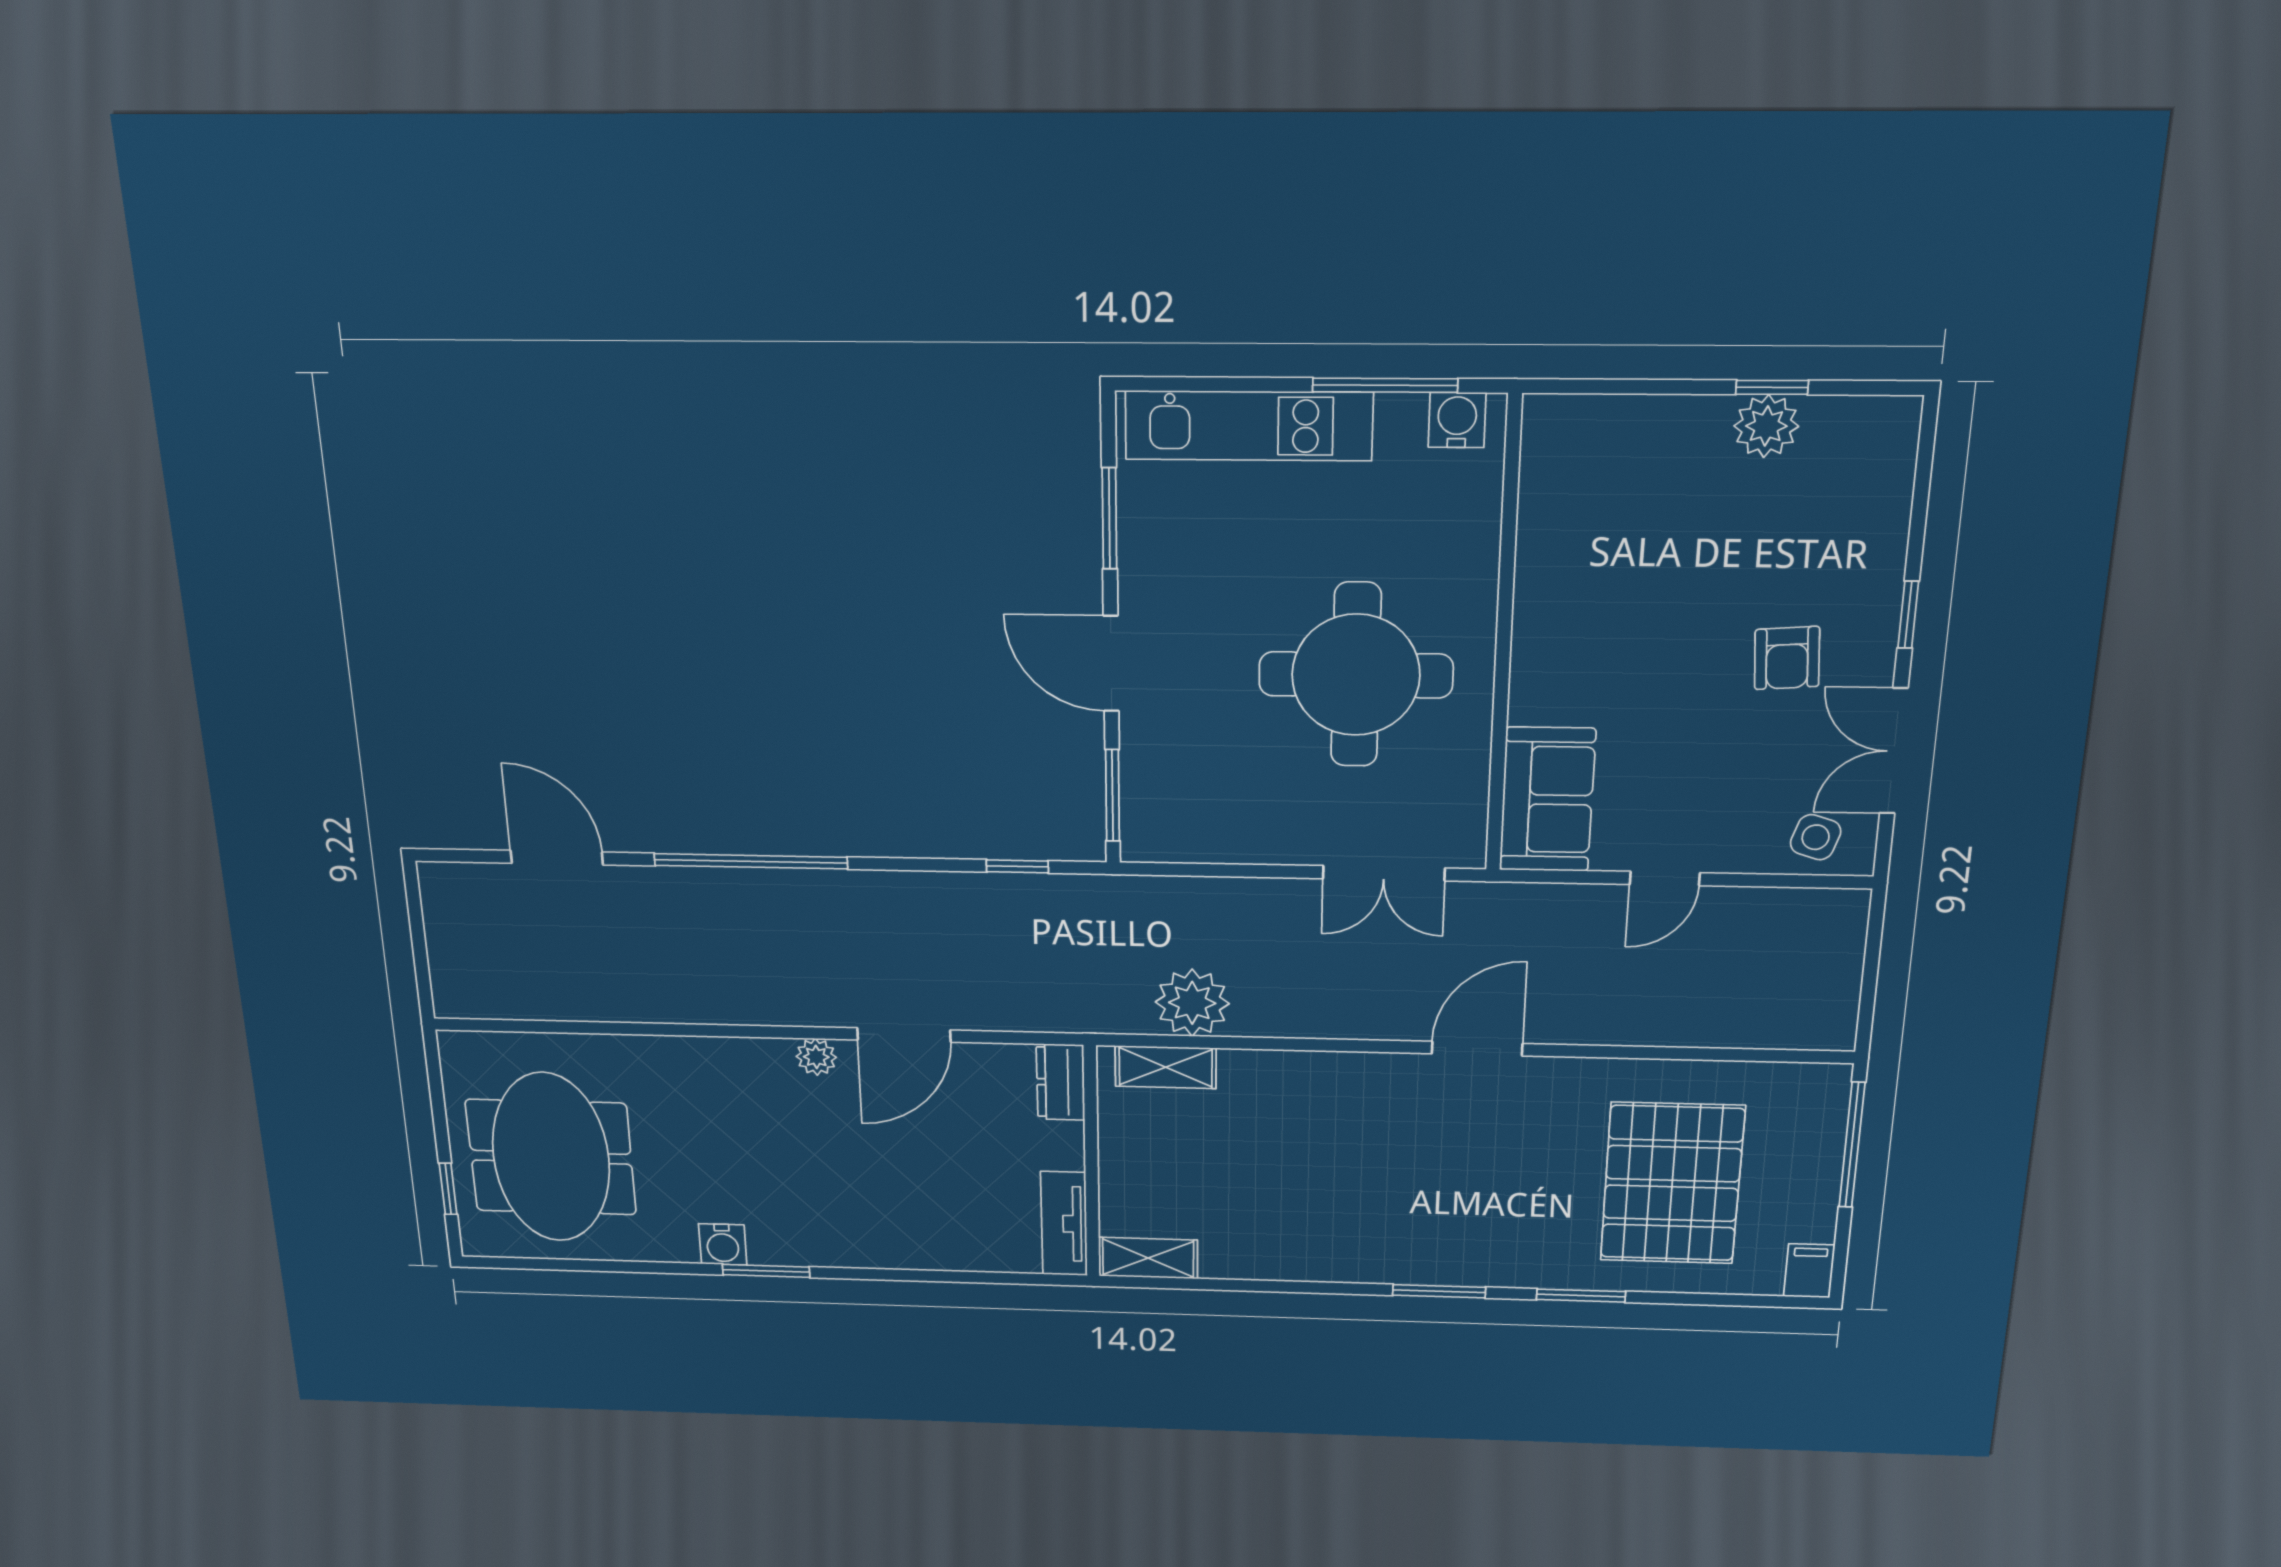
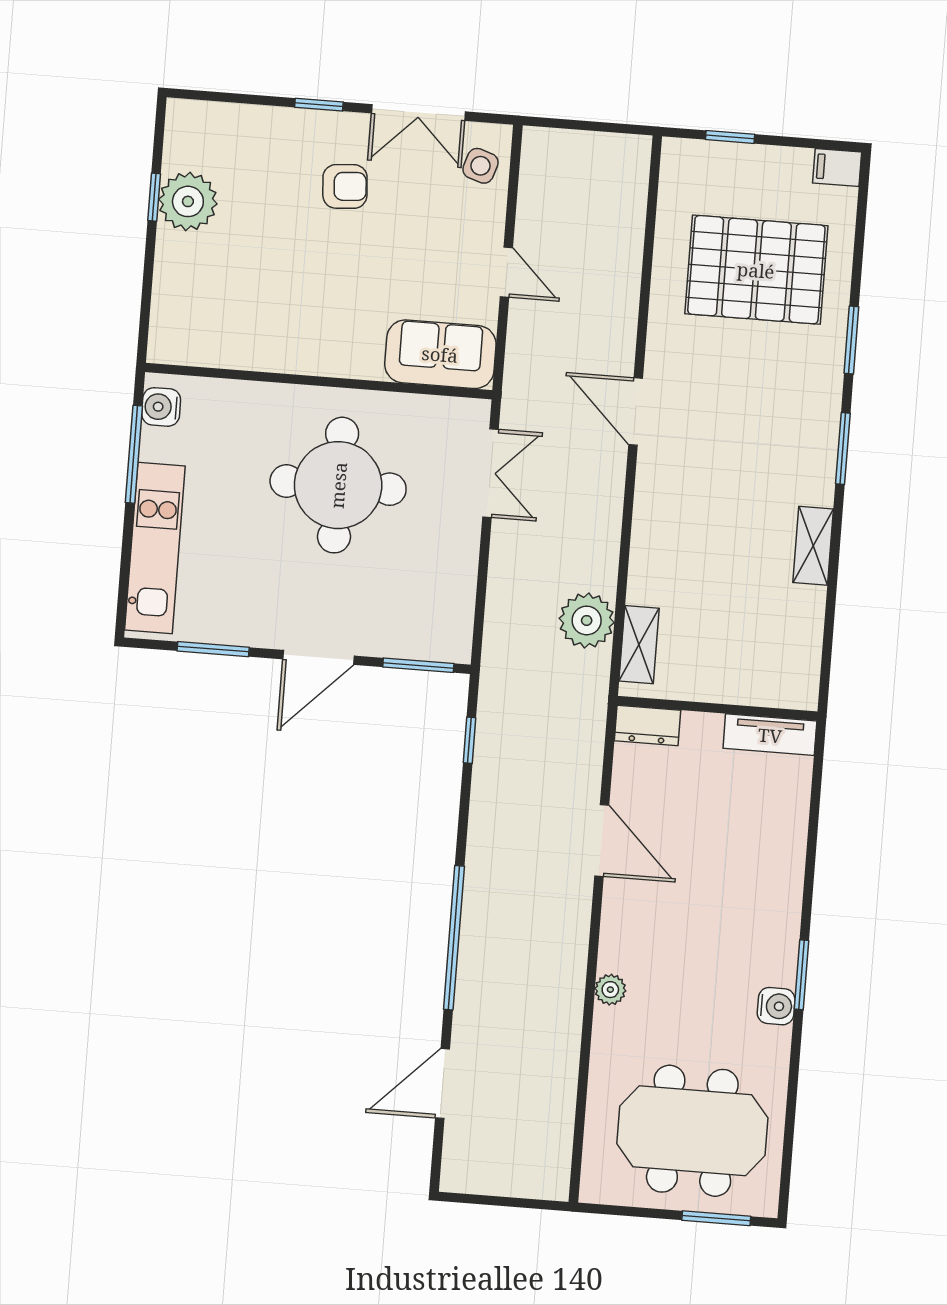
plant: (1766, 426) -> (188, 201), width x1.36, depth x1.36
plant: (816, 1057) -> (610, 990), moved
window: (1852, 1145) -> (730, 137), width x0.46
window: (448, 1189) -> (716, 1218), width x1.50
shelving: (1148, 1258) -> (813, 546), moved

